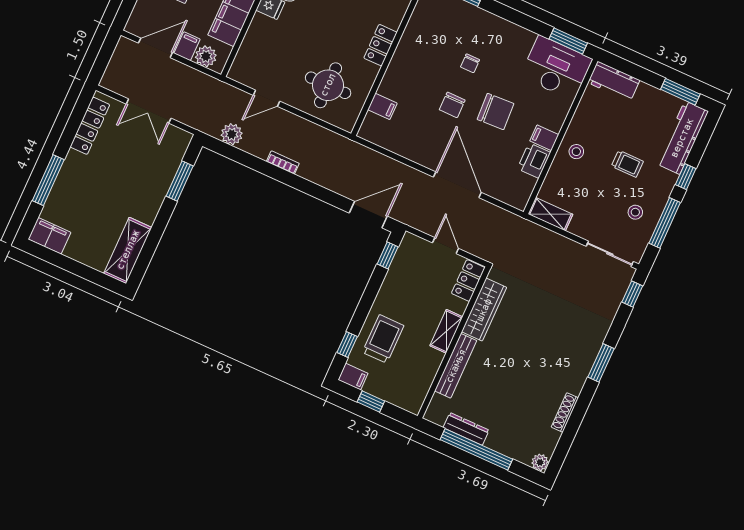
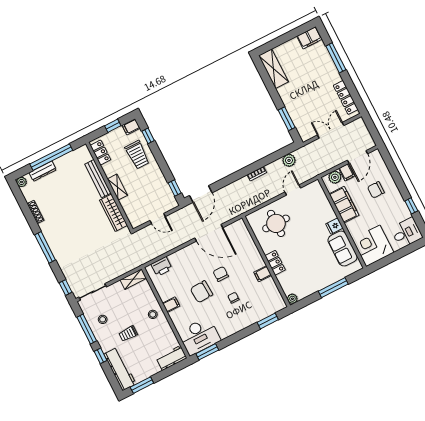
filing cabinet: (382, 106) -> (263, 274), moved
printer: (534, 161) -> (162, 266), moved, turned 90
door: (457, 185) -> (209, 233), moved
locker: (468, 281) -> (100, 152), moved
window: (601, 363) -> (45, 247), width x1.44
dresser: (466, 429) -> (43, 171), moved

